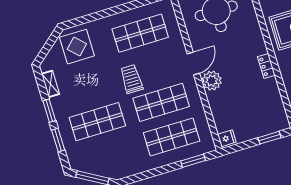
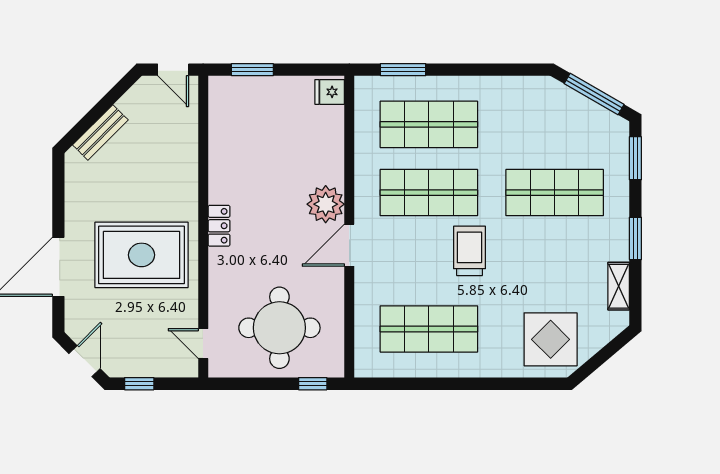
locker: (266, 66) -> (219, 226), moved
trolley: (132, 79) -> (469, 251), turned 180
window: (58, 140) -> (635, 158), moved

